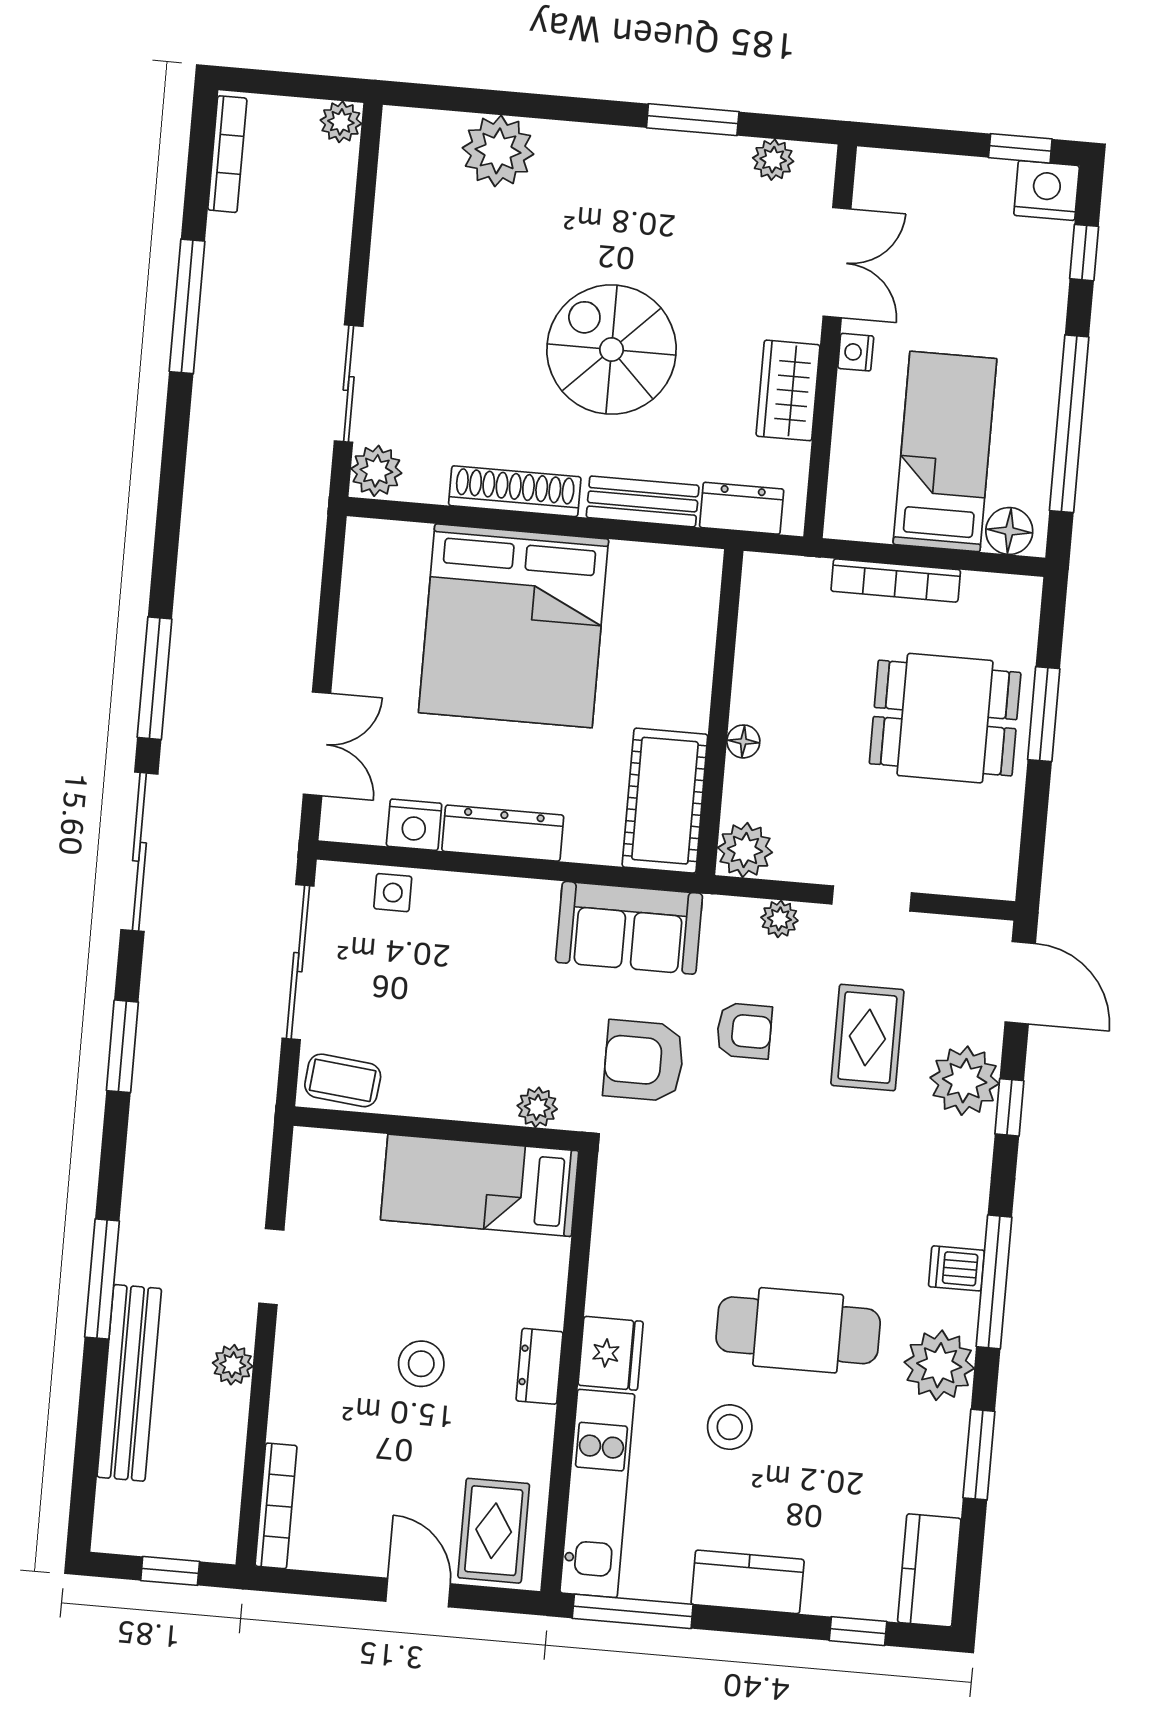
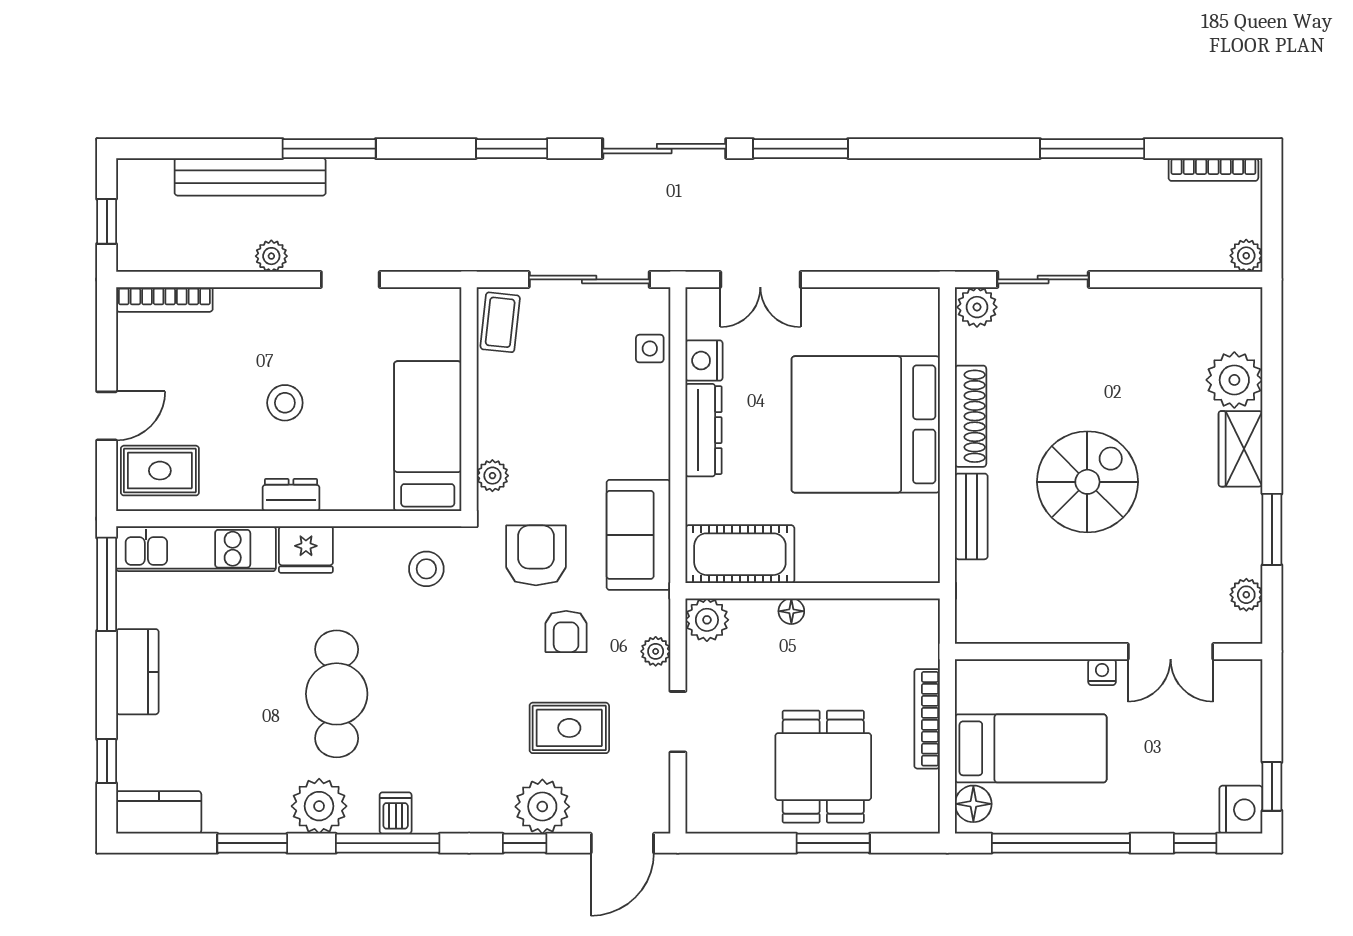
wardrobe: (788, 390) -> (1241, 449), moved, turned -90
dresser: (742, 508) -> (973, 594), removed
stool: (730, 1427) -> (426, 569), moved

